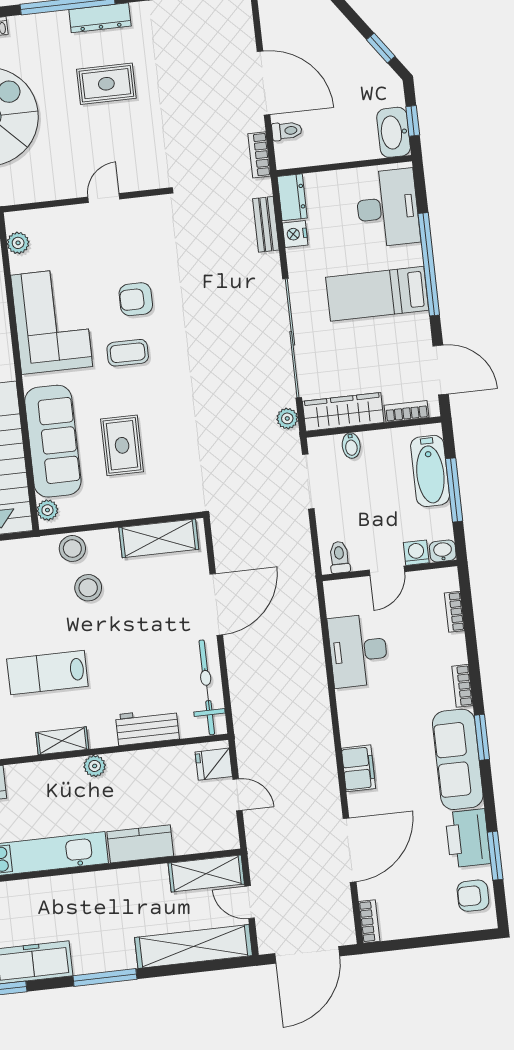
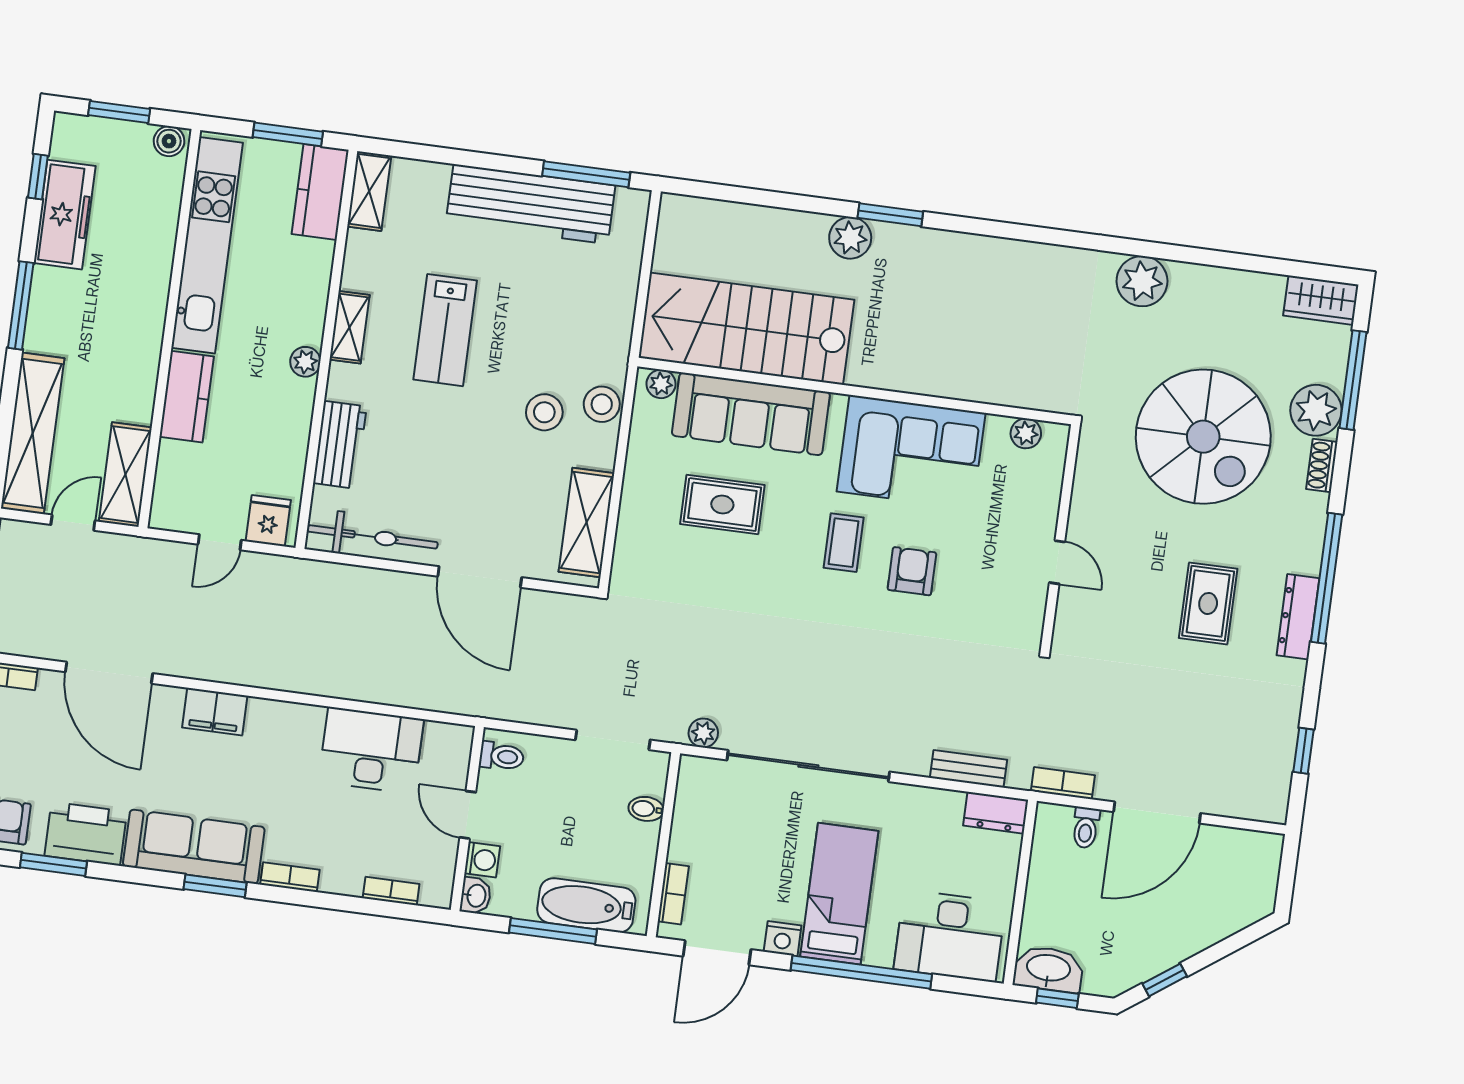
nightstand: (295, 234) -> (783, 939), moved, turned 180
wardrobe: (343, 412) -> (694, 809), removed
lab bench: (47, 673) -> (445, 330), turned 180

